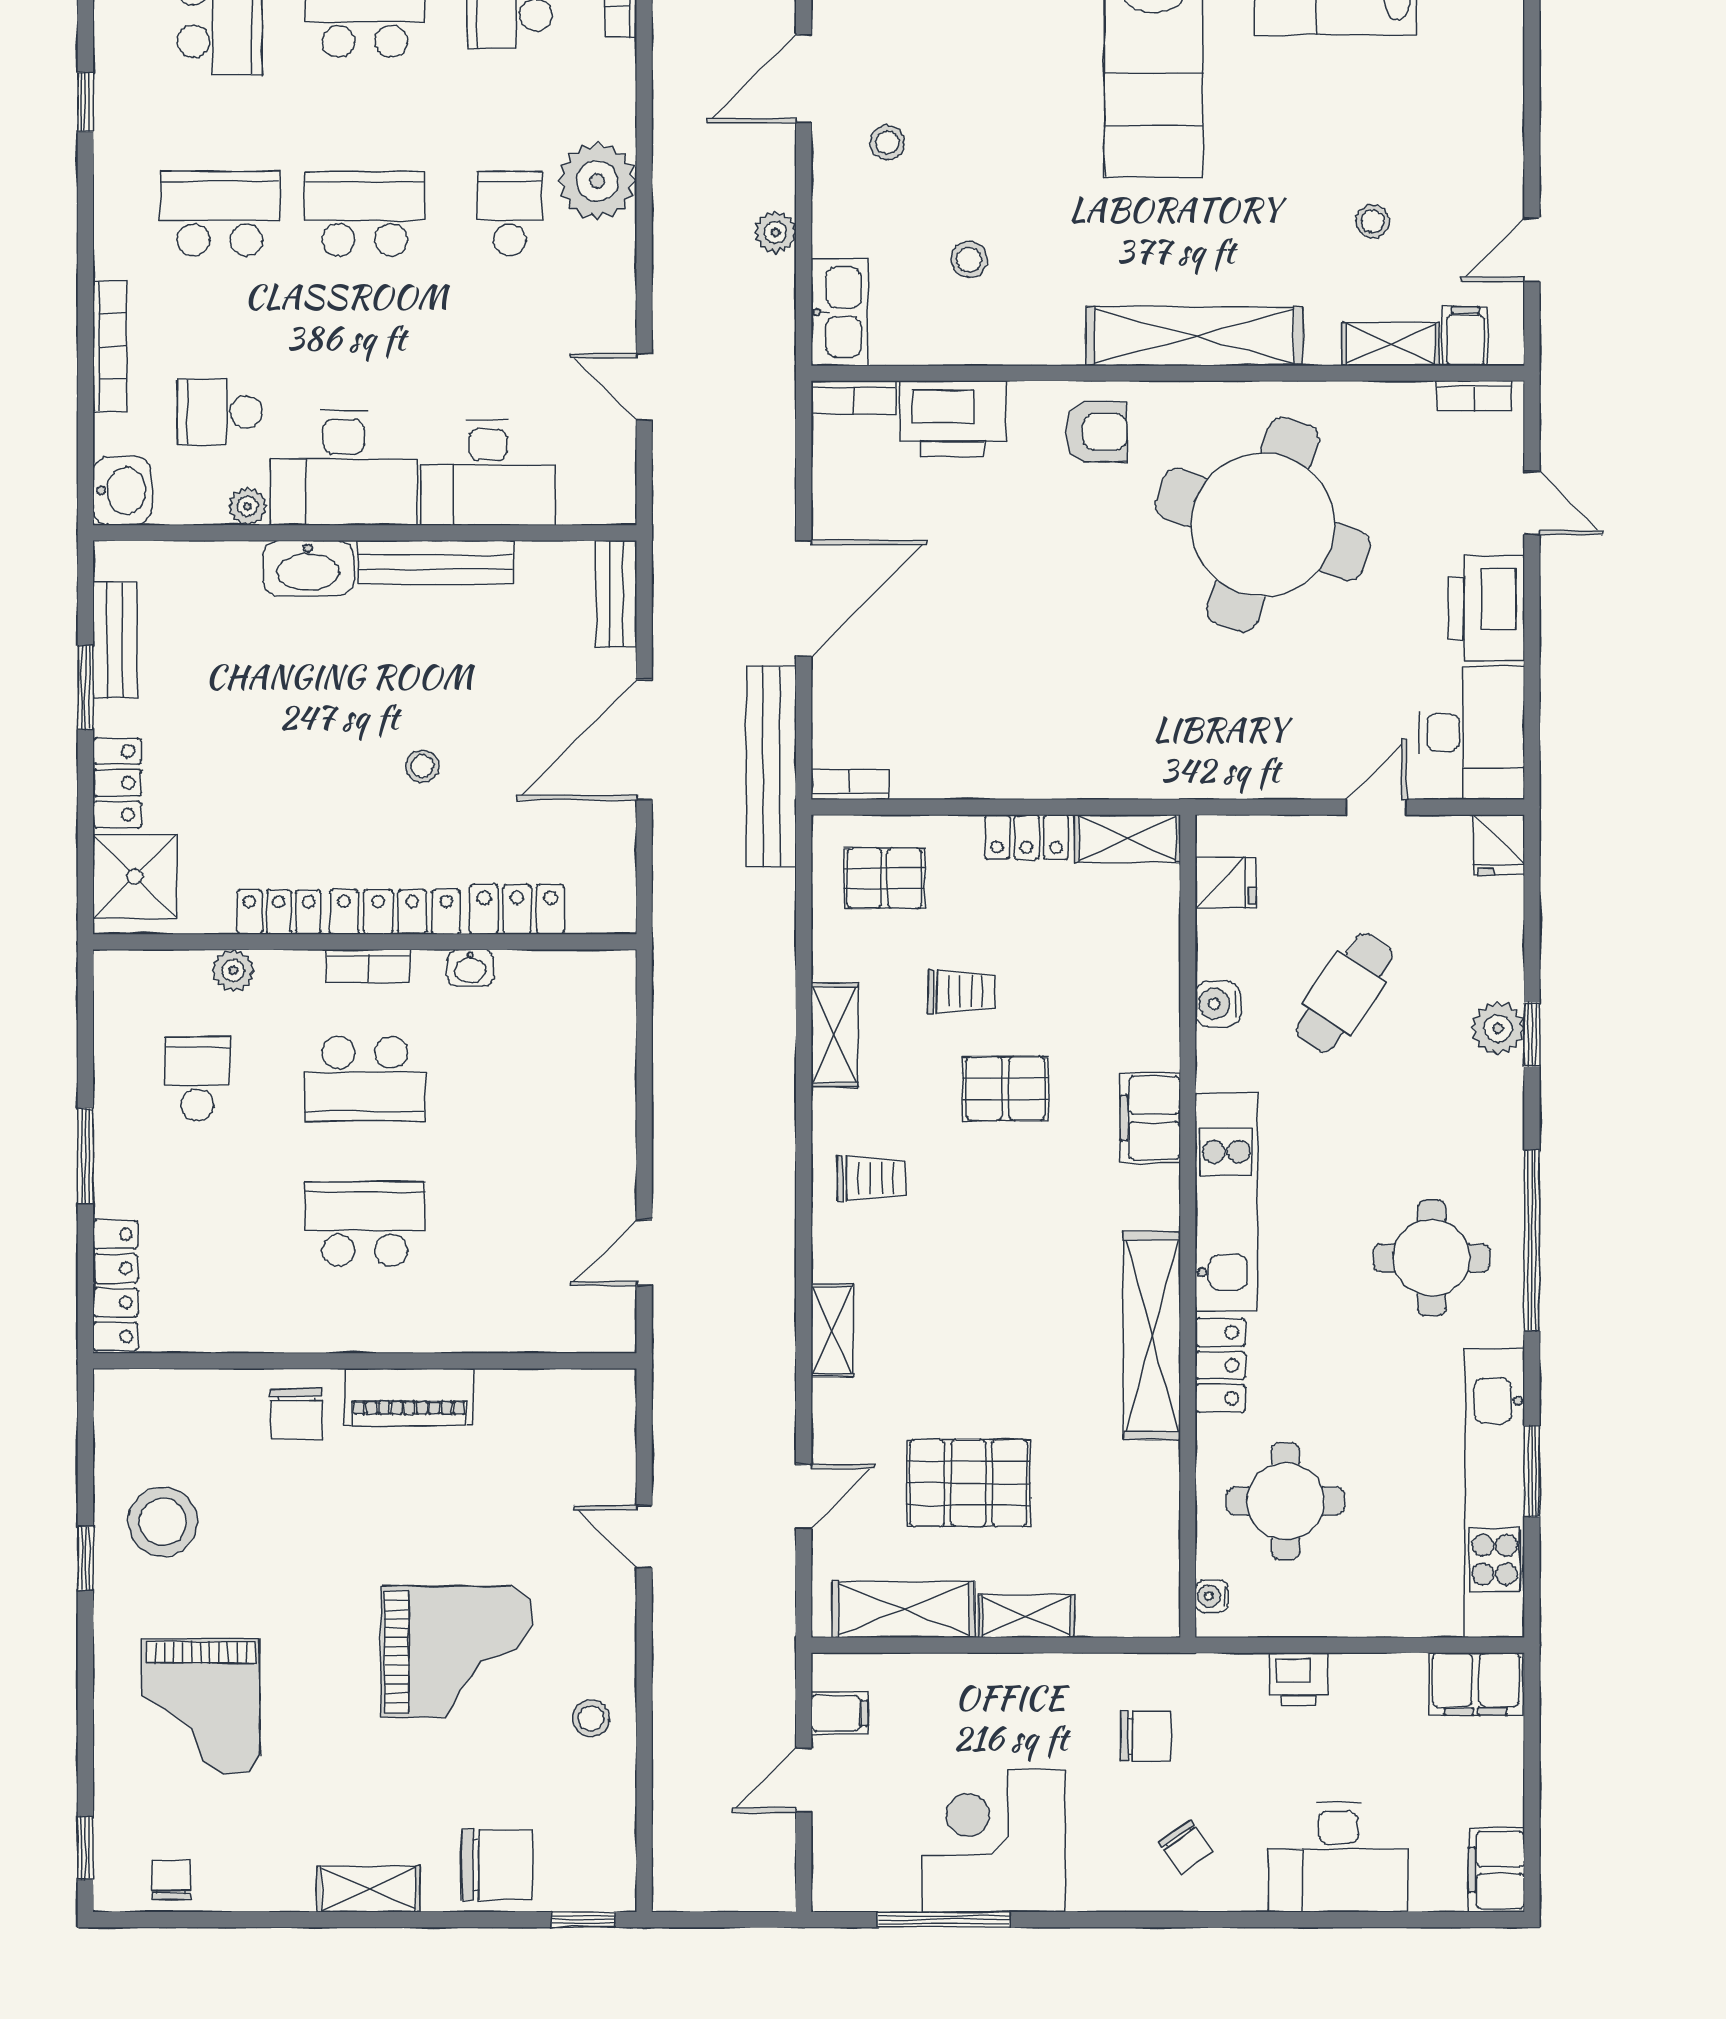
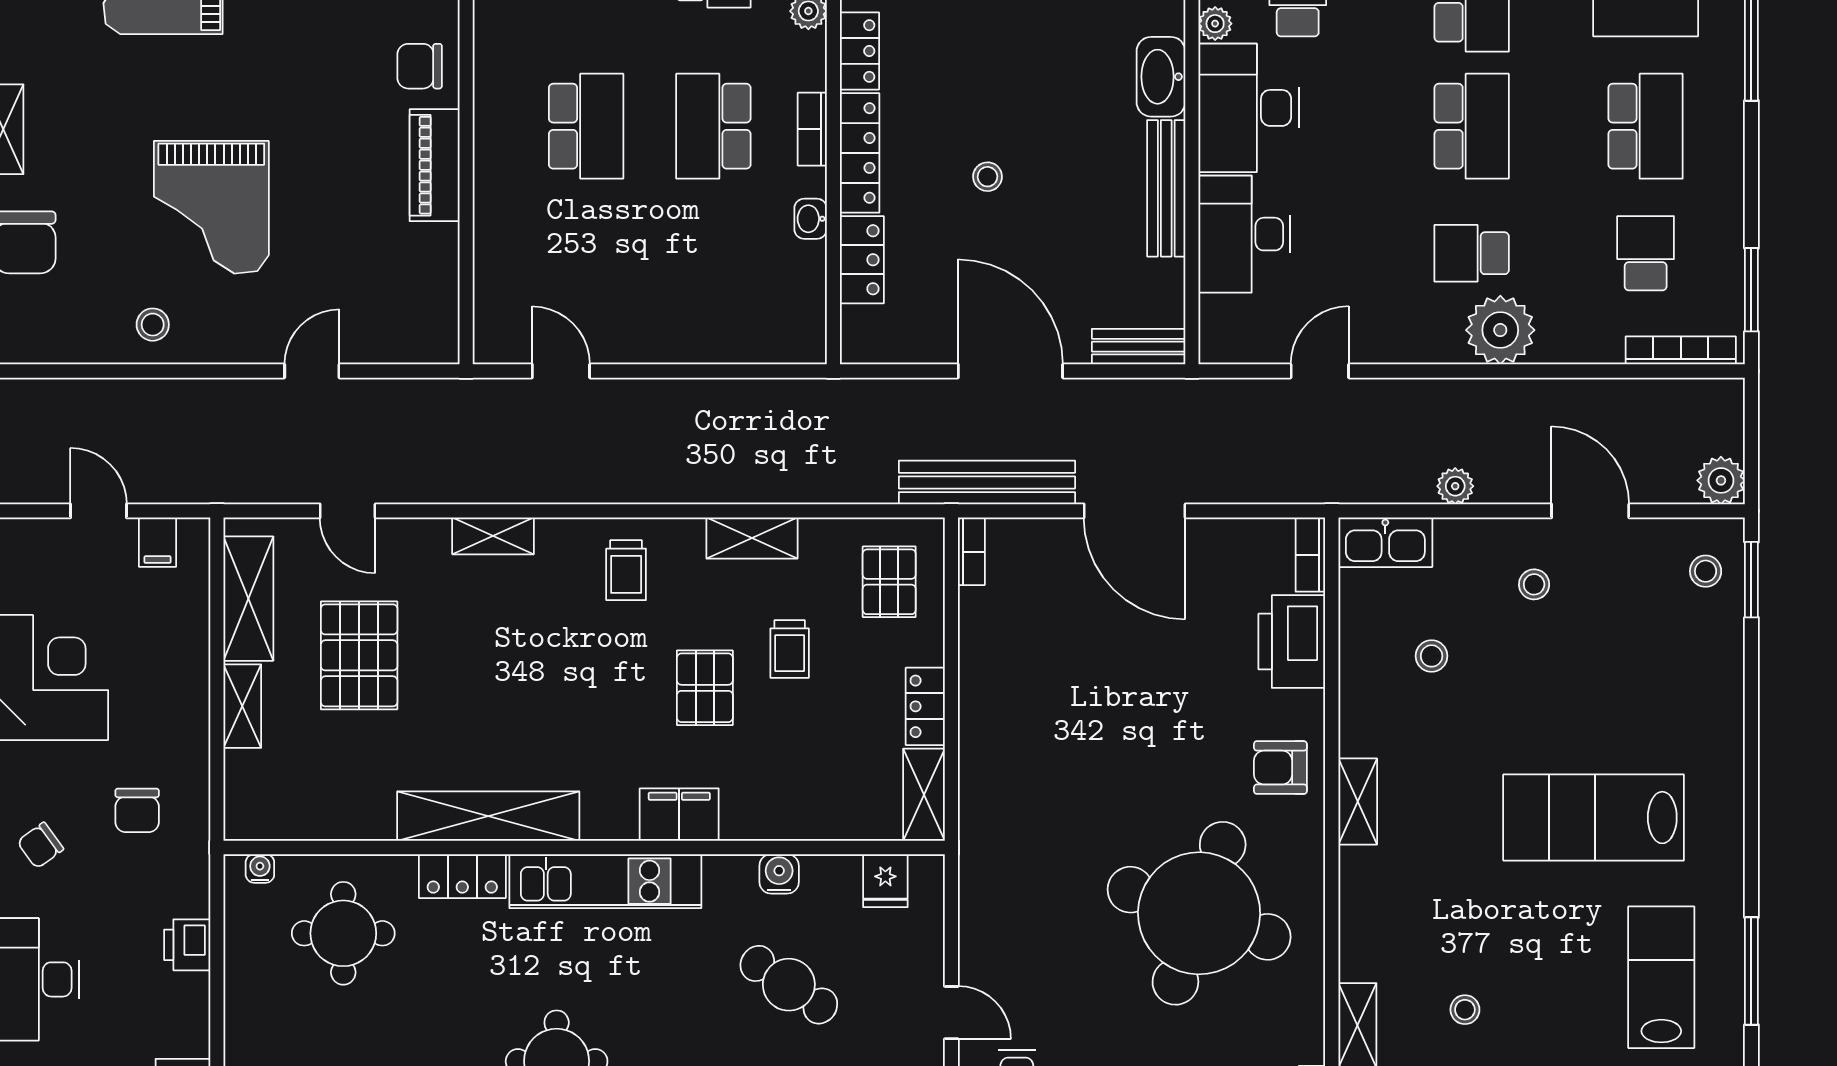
school desk: (510, 214) -> (1472, 253), turned 180
shelving: (1194, 336) -> (1358, 801), width x0.45, depth x0.75
armchair: (1096, 432) -> (1280, 768), turned 90

